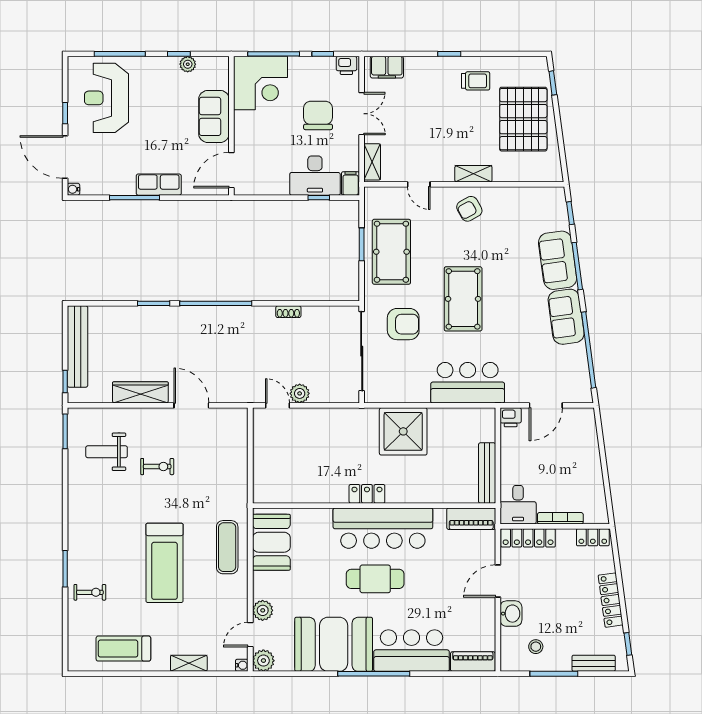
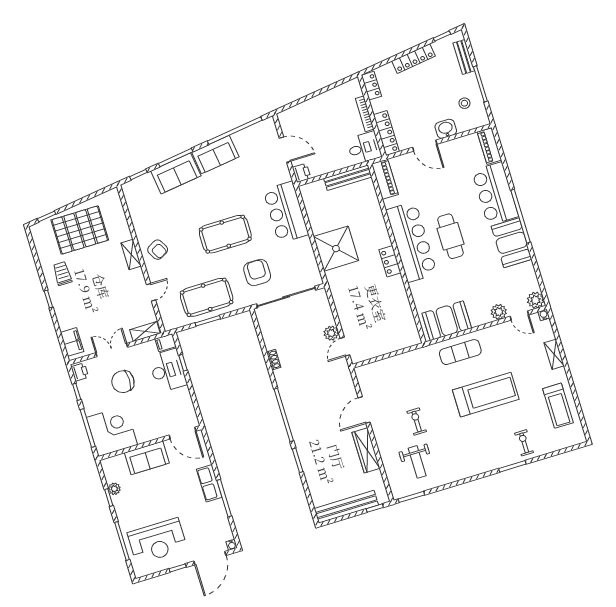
booth: (334, 644) -> (511, 243), width x0.73, depth x0.70

